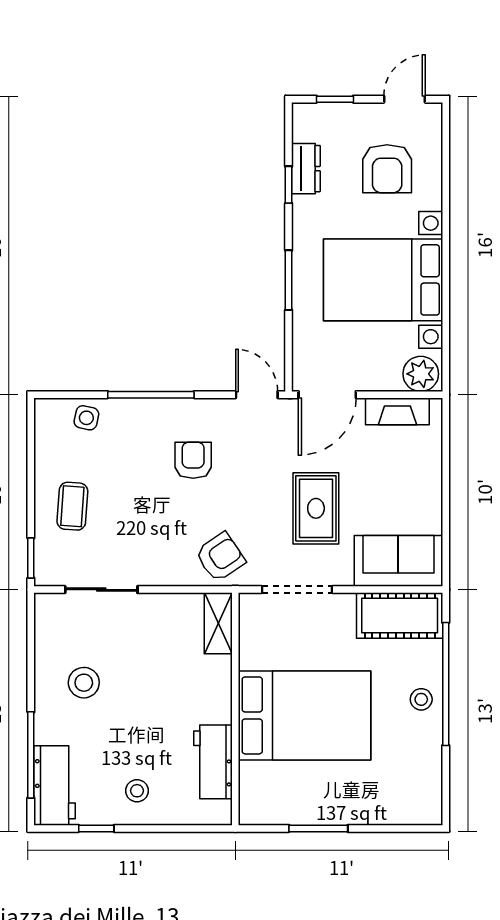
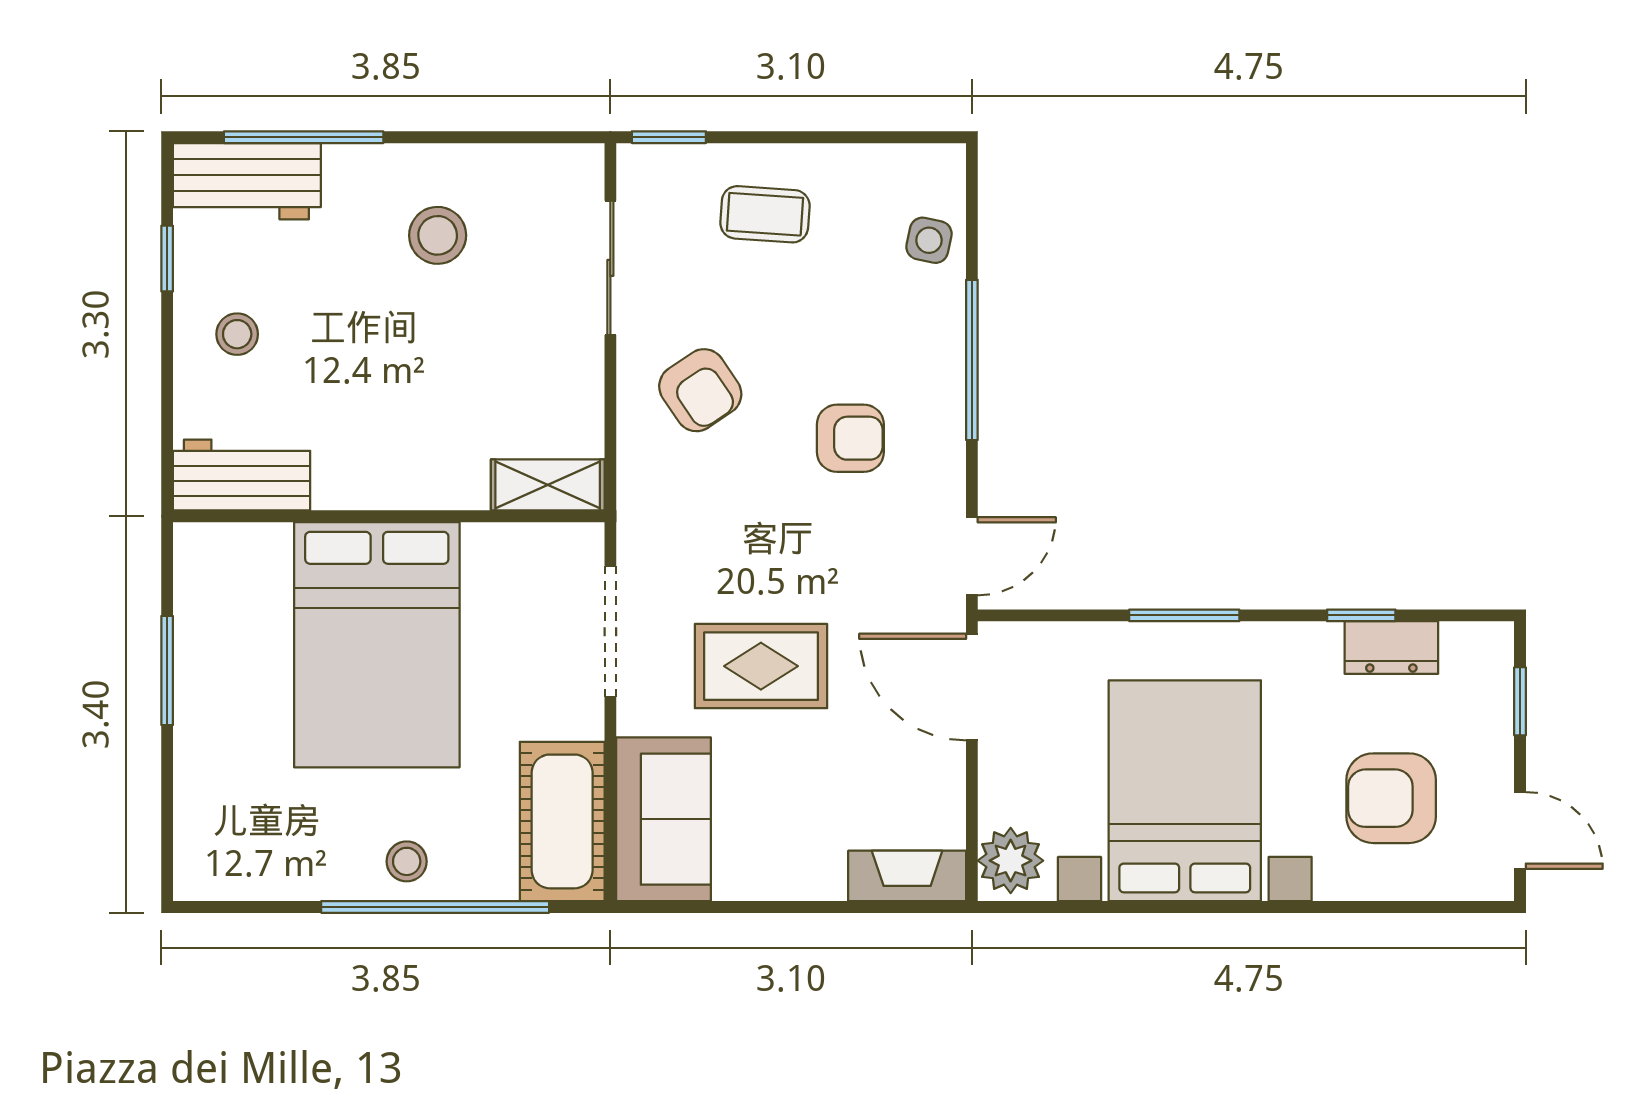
fireplace: (397, 411) -> (907, 876), moved, turned 90
armchair: (220, 557) -> (700, 390), moved
workbench: (213, 762) -> (242, 475), moved

